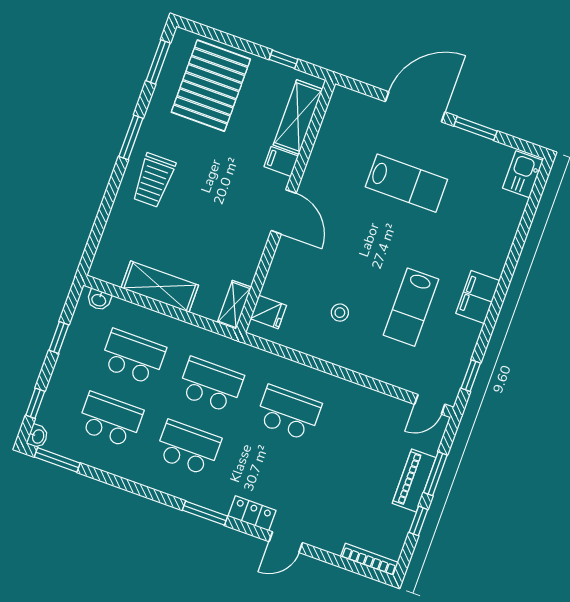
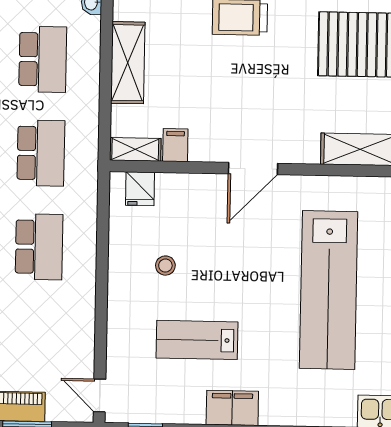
filing cabinet: (281, 161) -> (175, 145), moved
lab bench: (406, 183) -> (329, 290), width x1.86, depth x1.39

